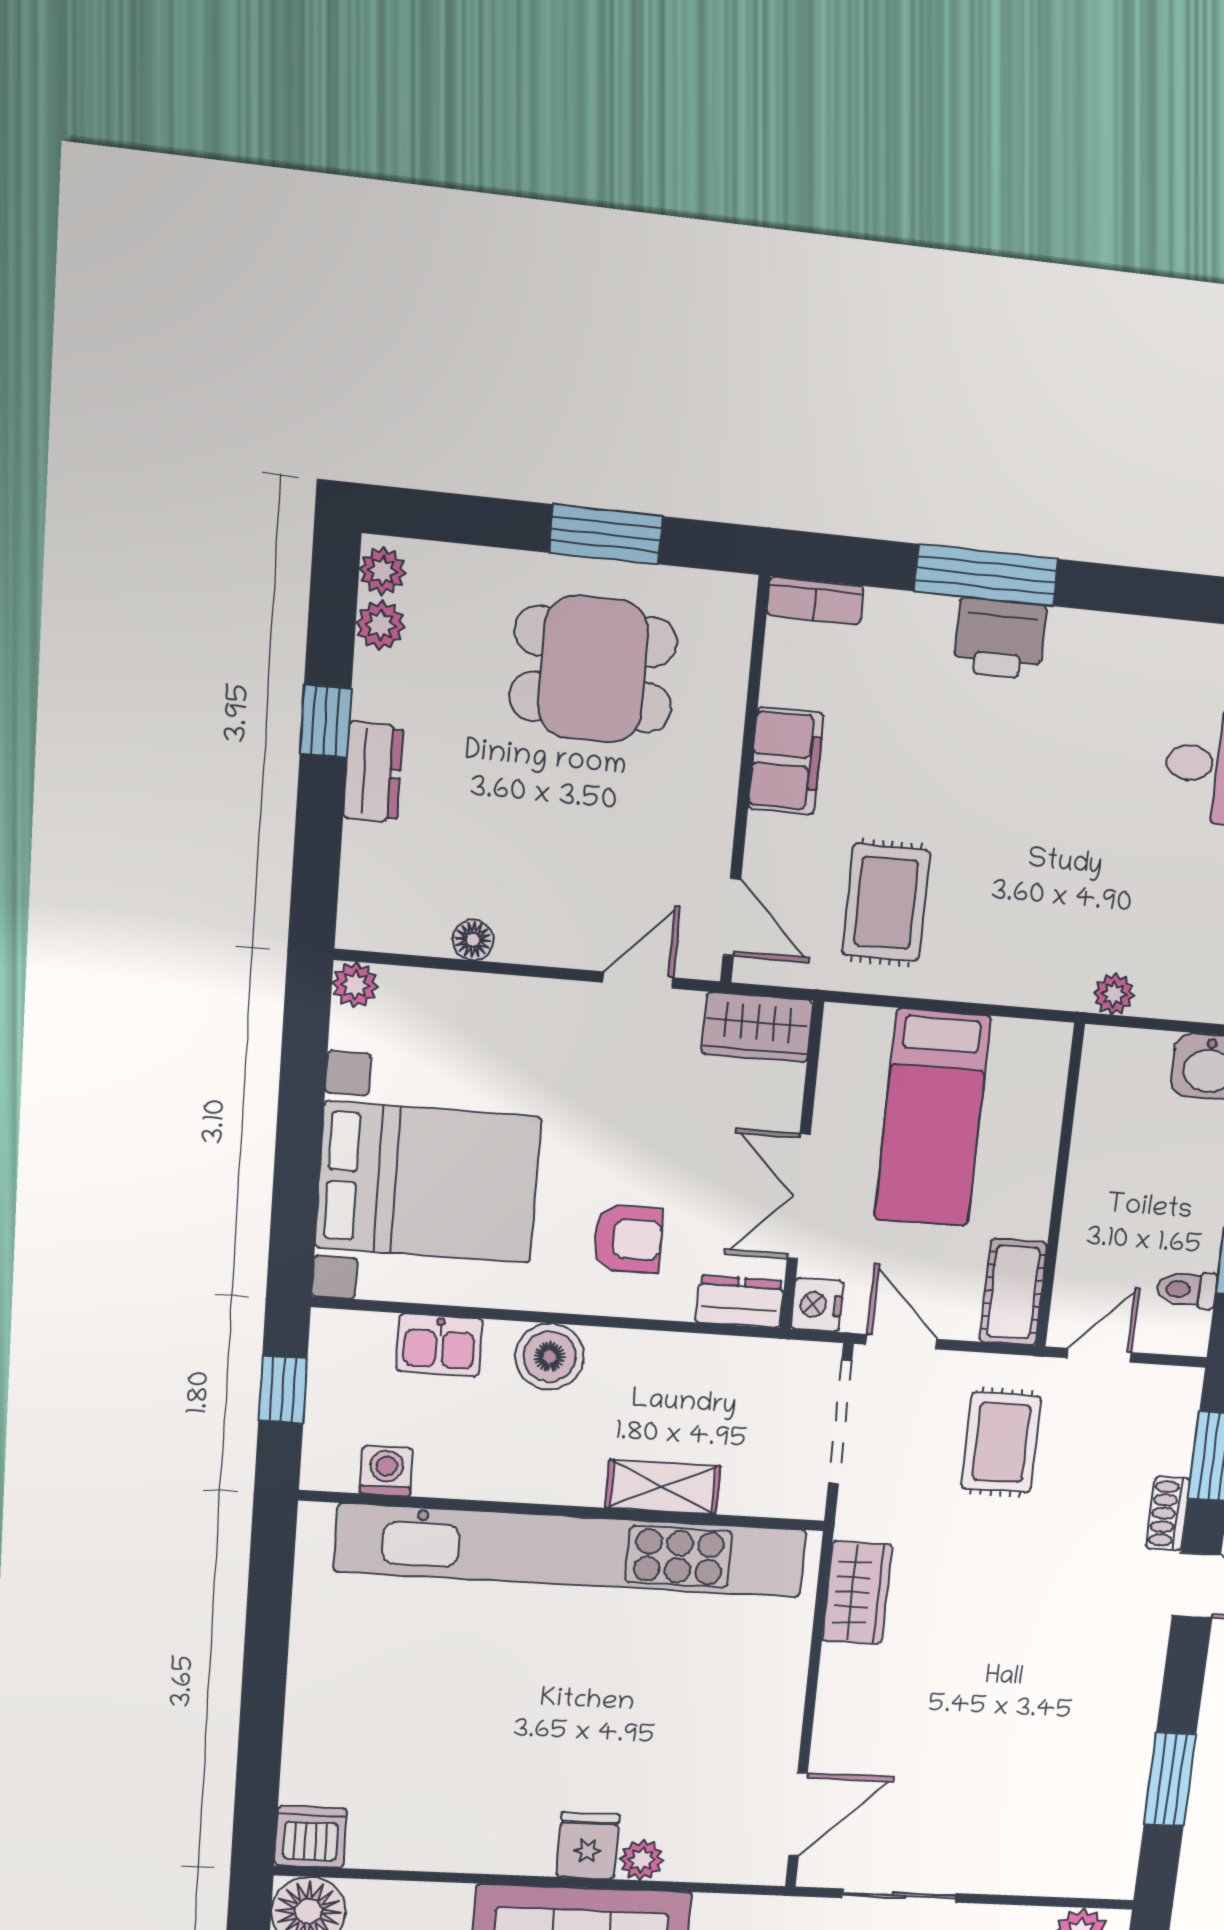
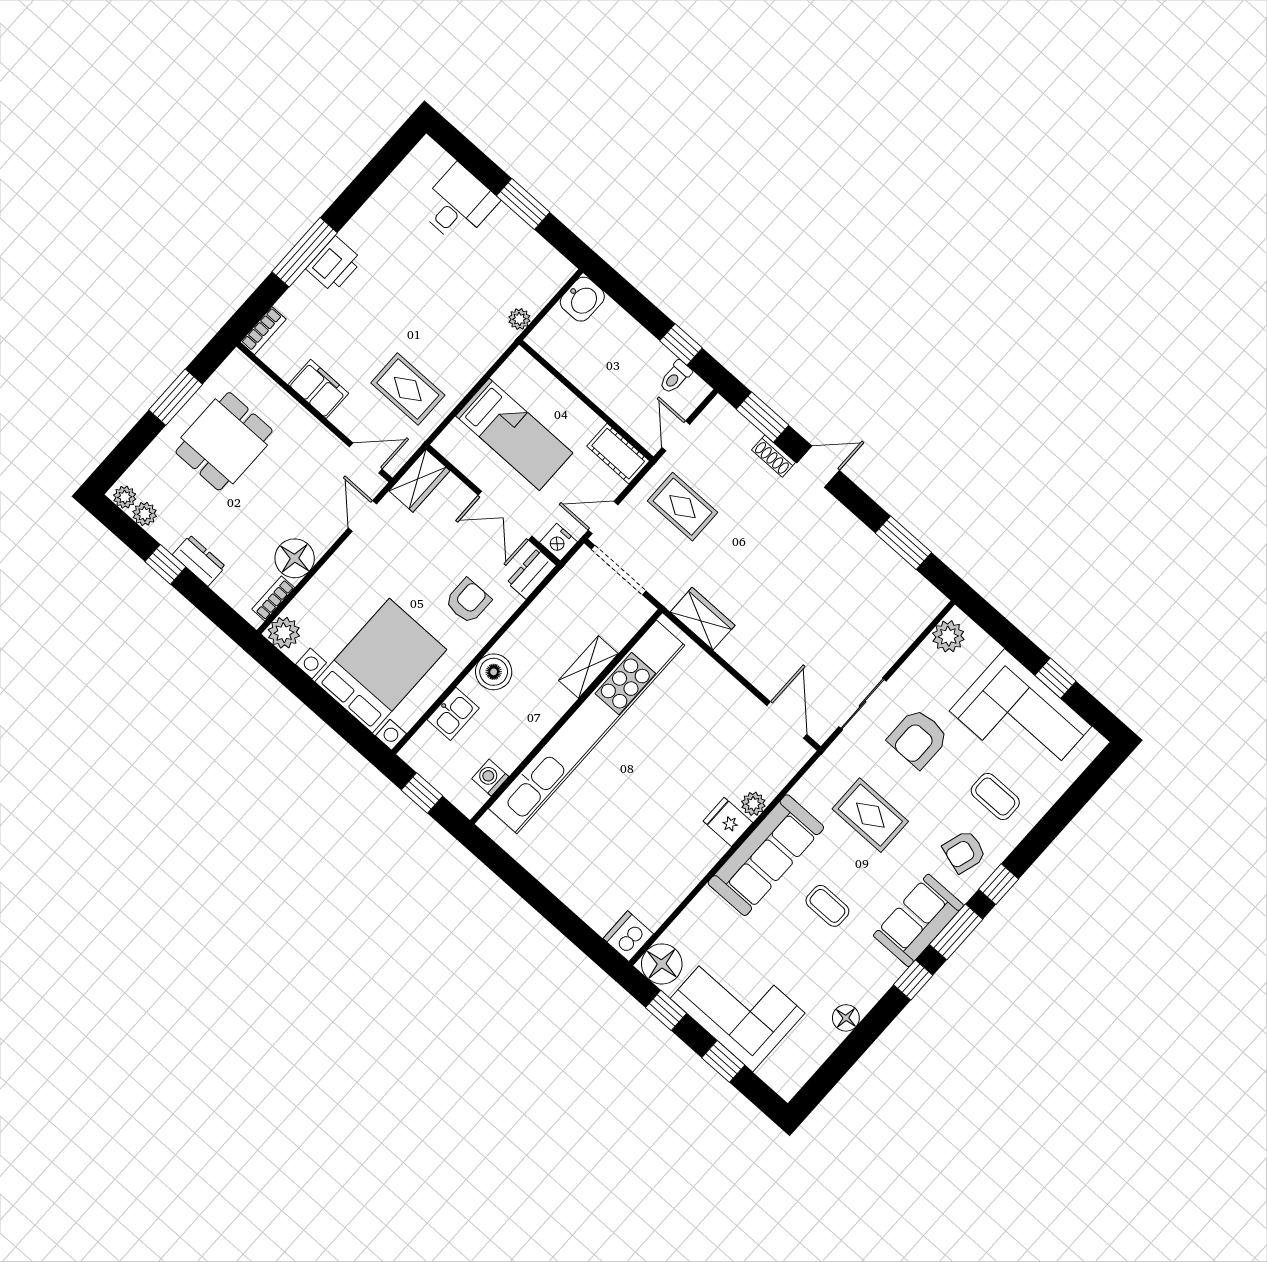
bookcase: (404, 937) -> (273, 598), added
floor lamp: (473, 940) -> (295, 558), width x1.89, depth x1.89
plant: (355, 985) -> (284, 633), width x1.38, depth x1.38

